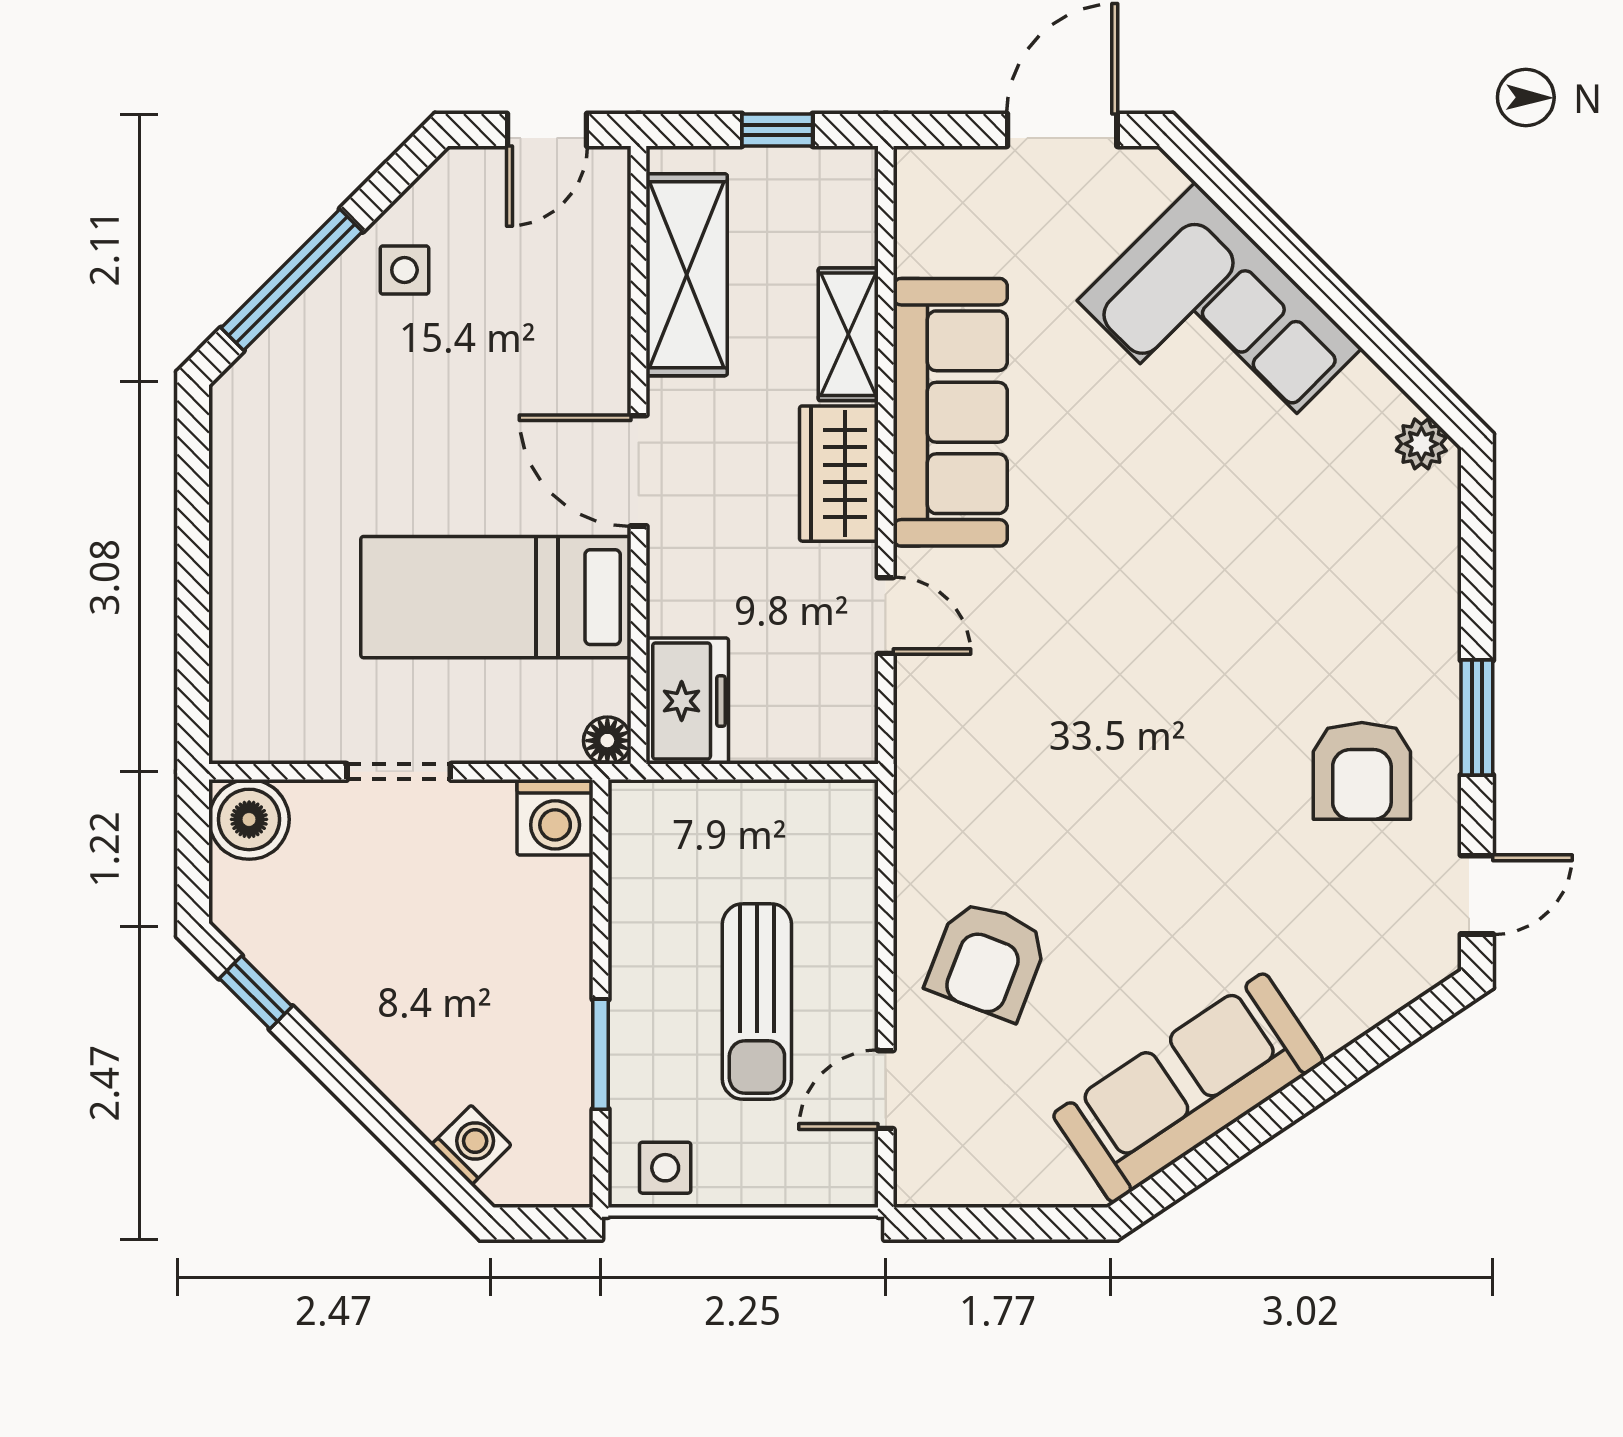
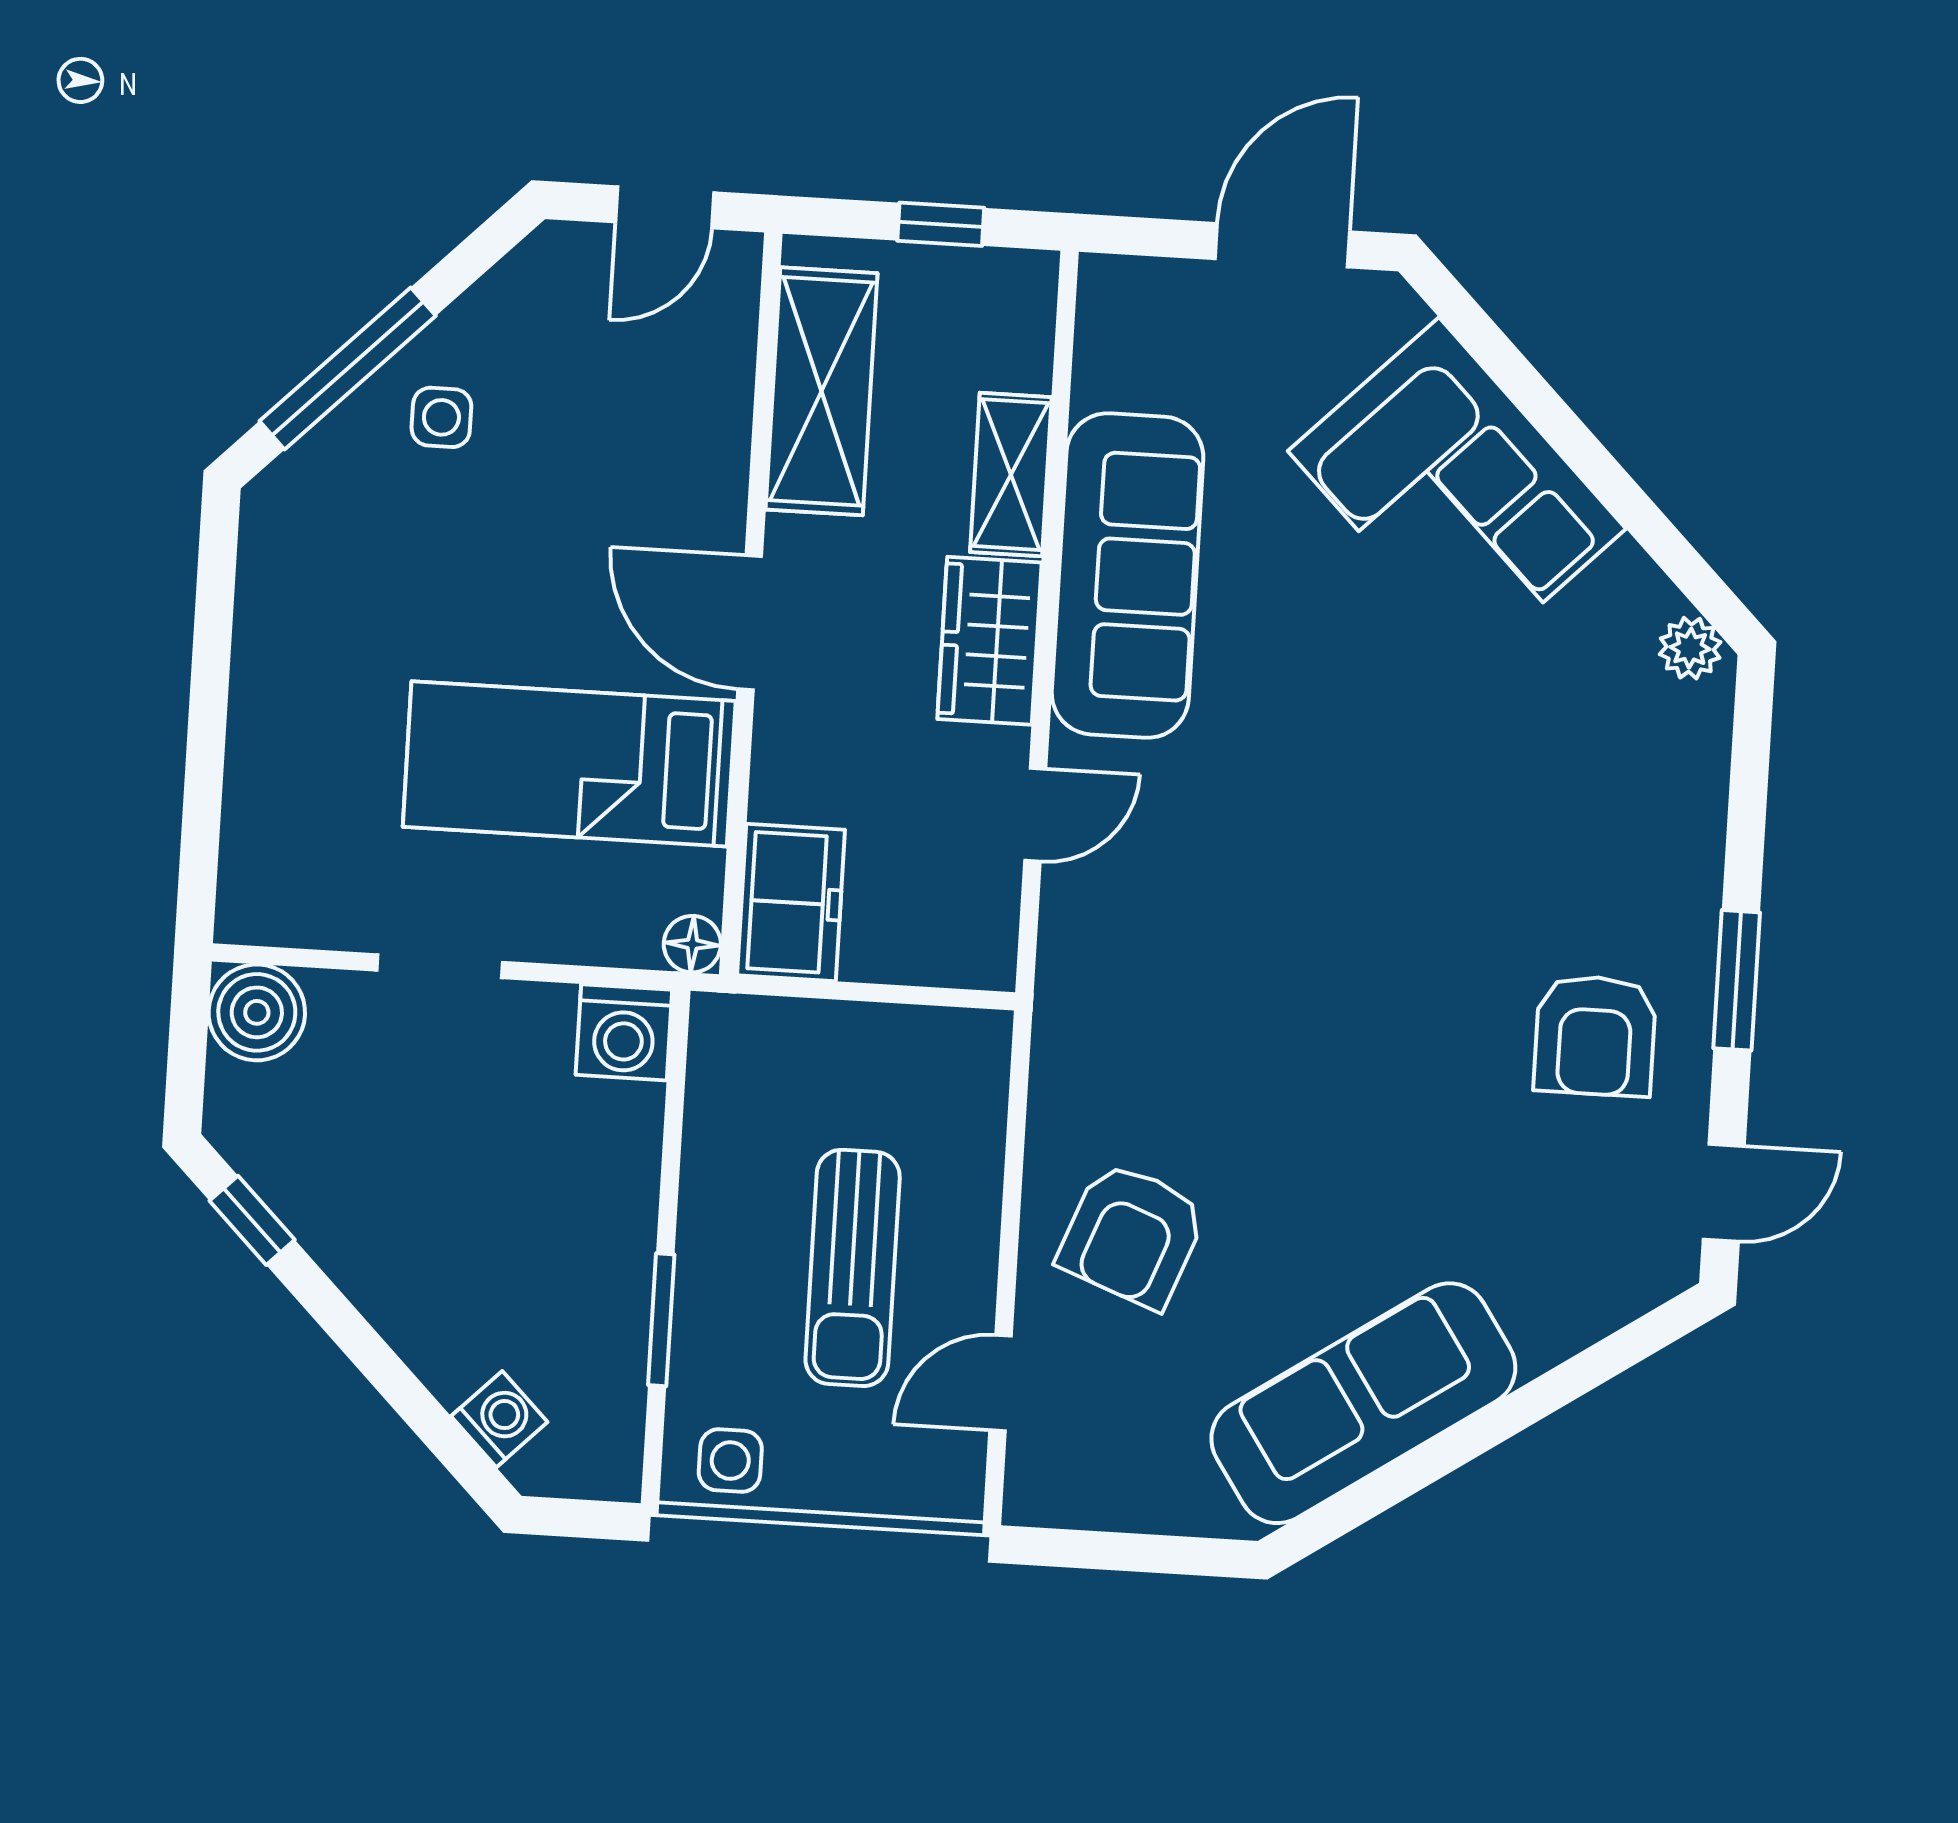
side table: (404, 270) -> (441, 417), moved
door: (886, 616) -> (1035, 815), hinge flipped

